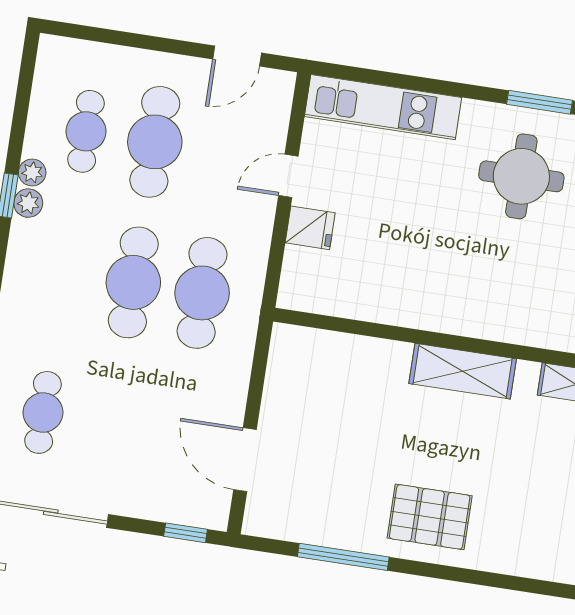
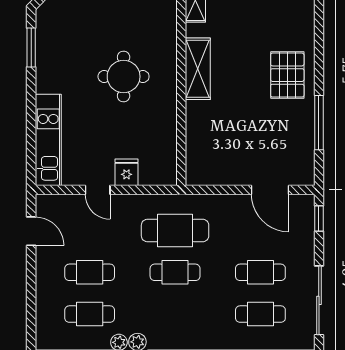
cafe table: (155, 142) -> (90, 272), width x0.73, depth x0.74
round table: (521, 176) -> (124, 77), moved
cafe table: (133, 282) -> (175, 272), width x0.73, depth x0.74
cafe table: (112, 423) -> (260, 272), added
door: (245, 460) -> (270, 190), hinge flipped

